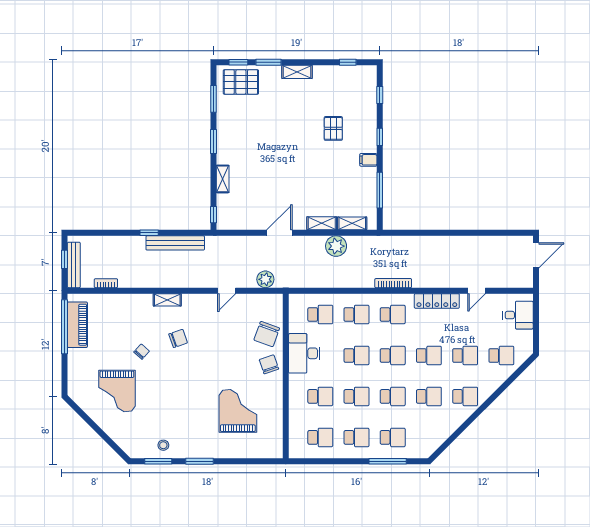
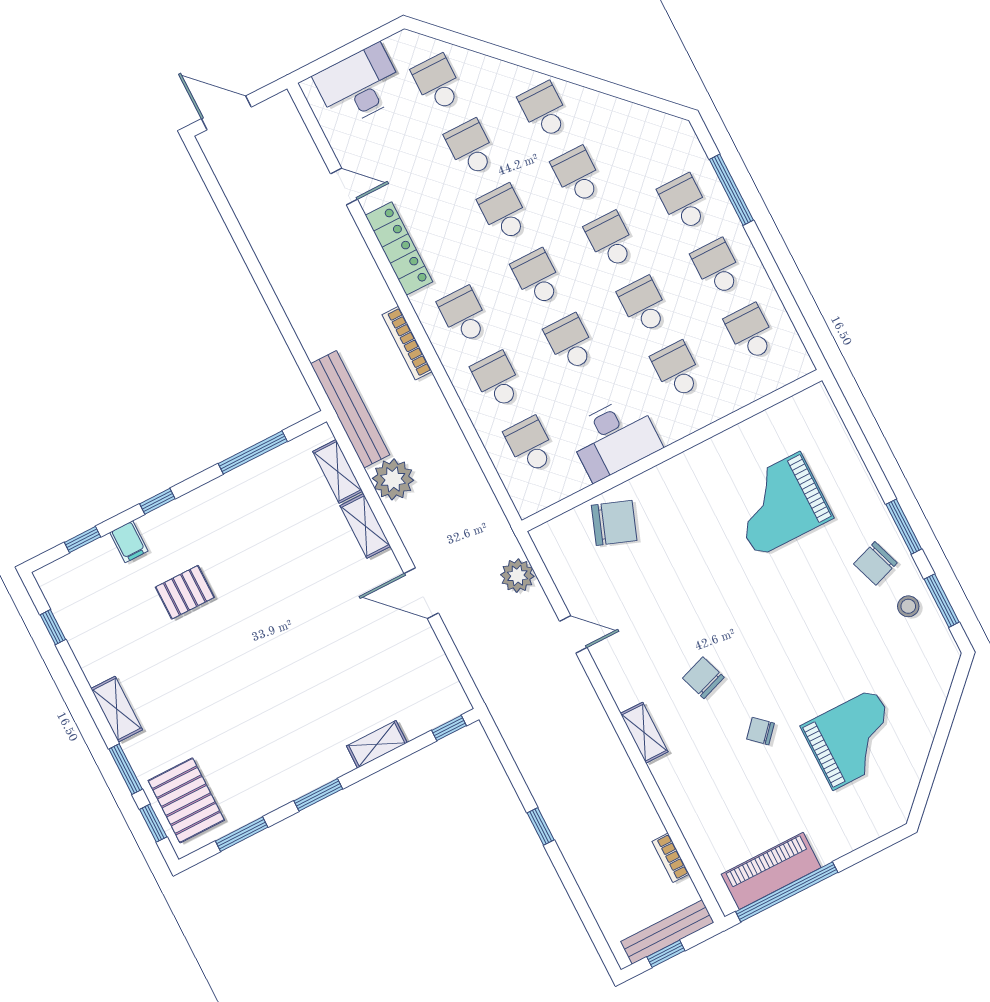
filing cabinet: (368, 160) -> (129, 542), moved
bench: (175, 243) -> (350, 409), moved
desk: (518, 315) -> (359, 85), width x1.37
chair: (269, 364) -> (875, 563), moved

